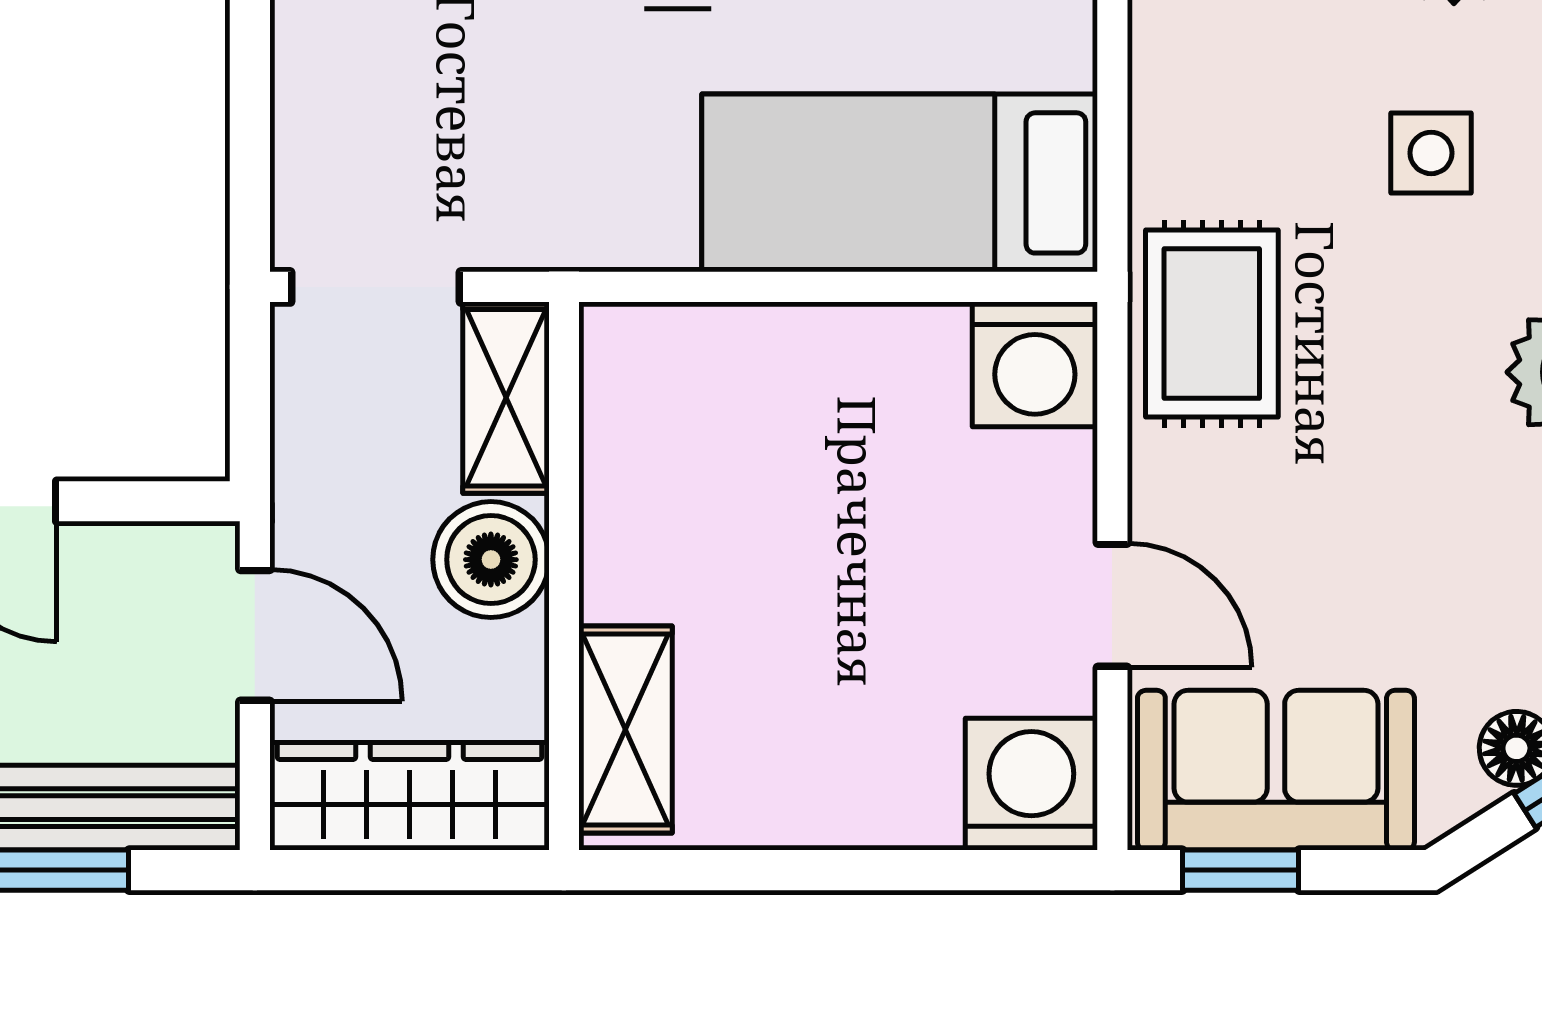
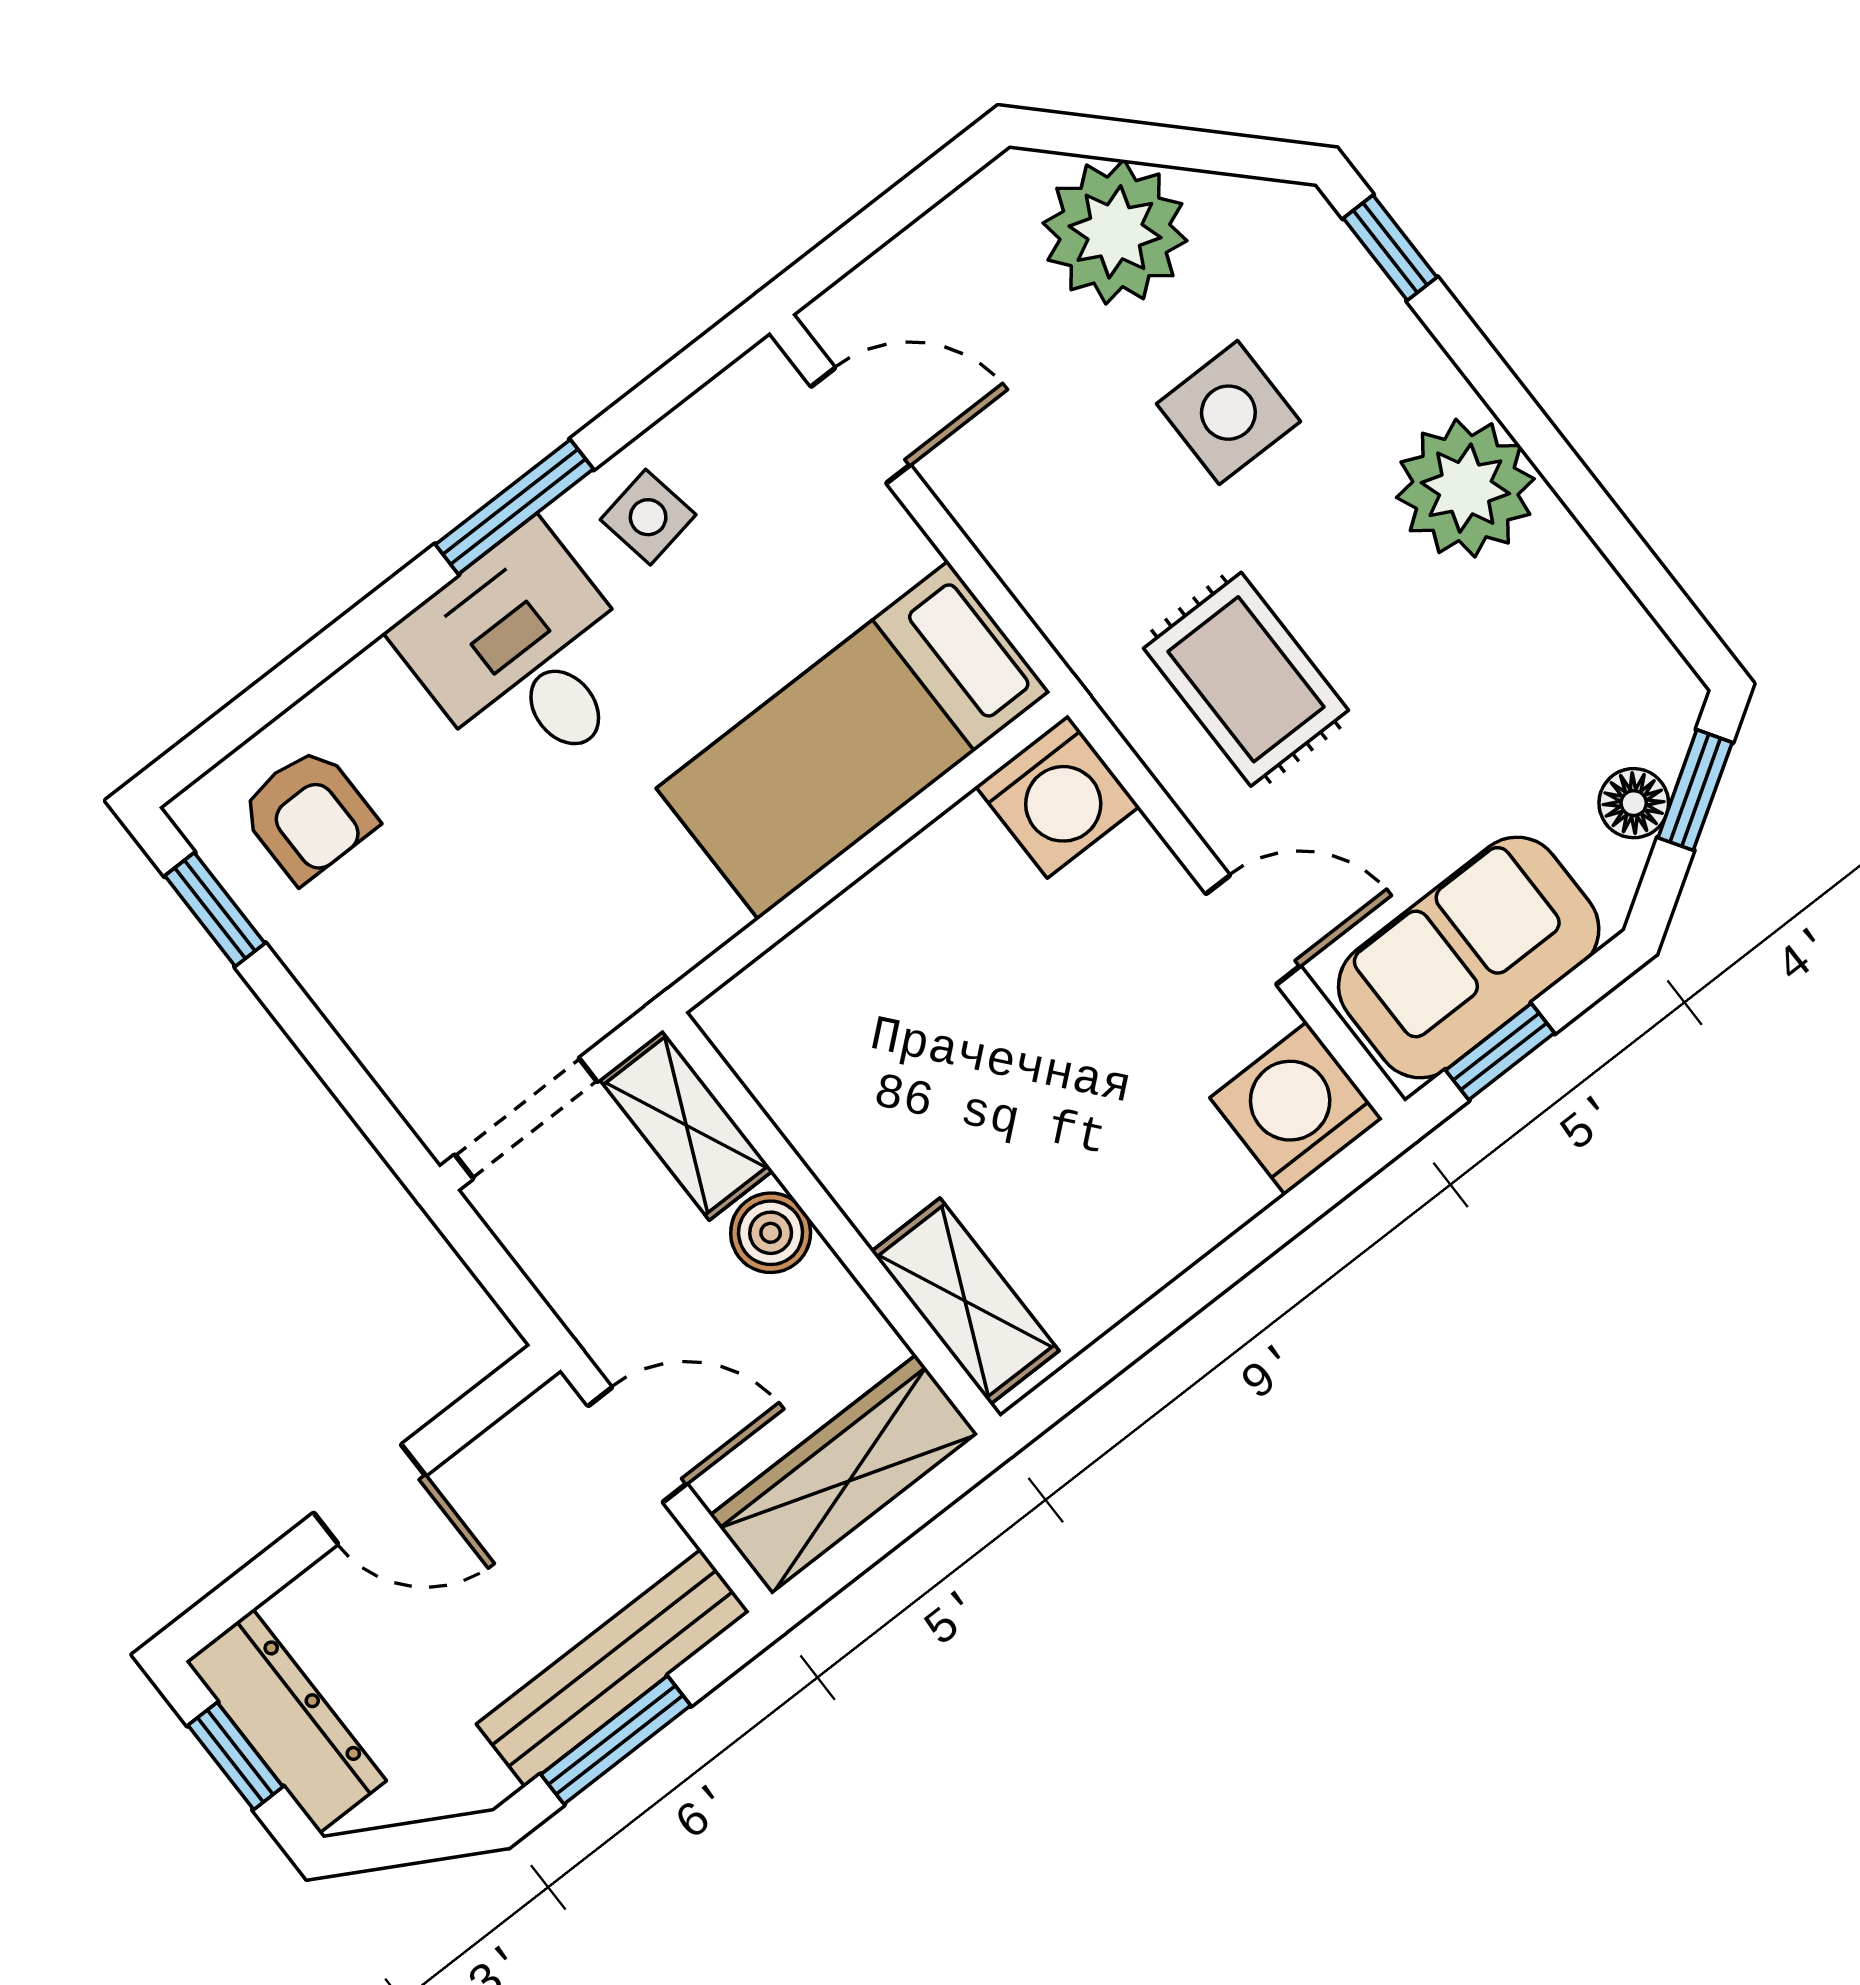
side table: (1431, 153) -> (1228, 413), width x1.37, depth x1.37
rug: (1212, 324) -> (1246, 679), moved
boiler: (491, 560) -> (771, 1233), width x0.73, depth x0.73

